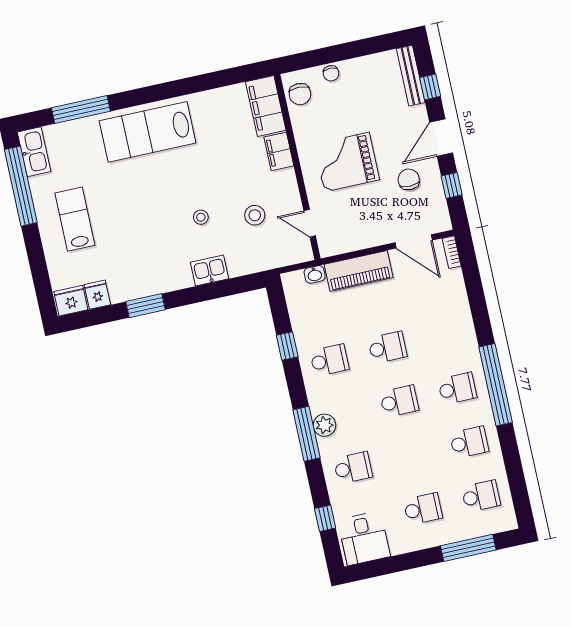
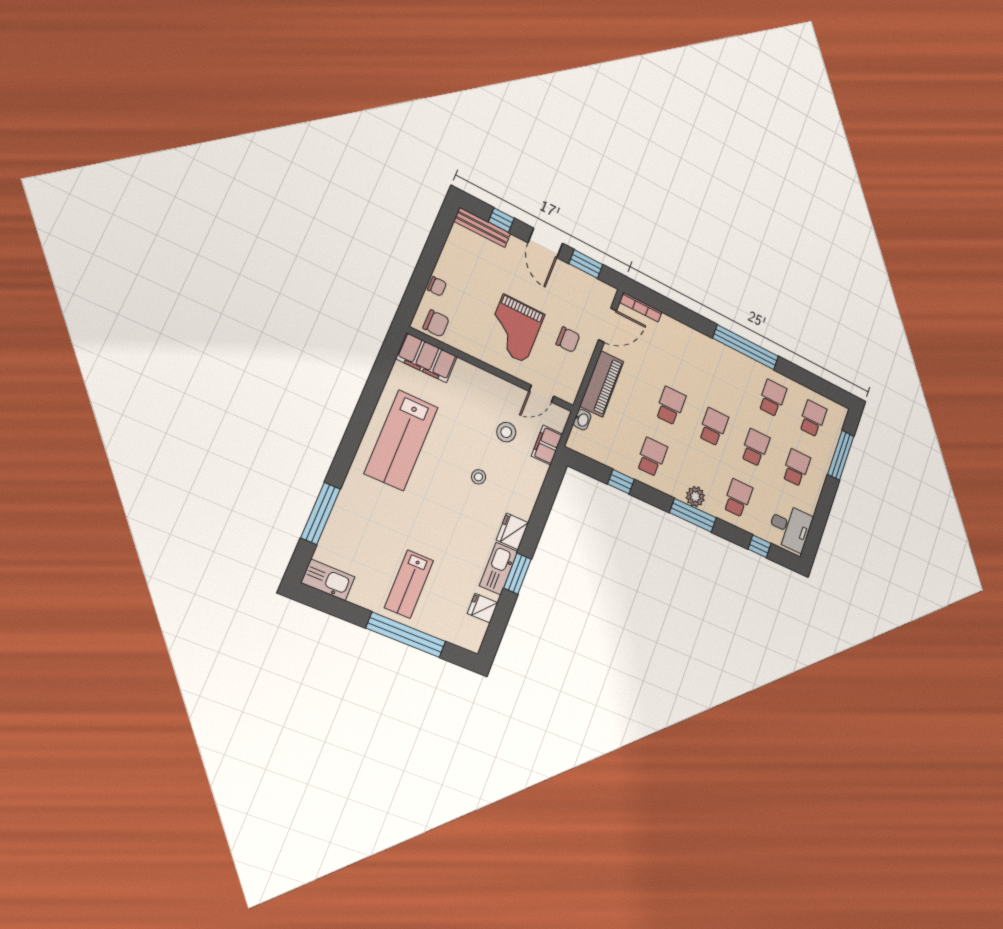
lab bench: (148, 132) -> (401, 440), moved
filing cabinet: (279, 151) -> (547, 445), moved, turned 90
chair: (409, 179) -> (568, 340), moved, turned 180
window: (452, 185) -> (586, 264), width x1.50
window: (21, 186) -> (406, 635), moved
lab bench: (75, 219) -> (409, 584), turned -90
bookcase: (452, 252) -> (641, 307), width x1.56
kitchen sink: (210, 271) -> (499, 568), moved, width x1.38
fridge: (71, 301) -> (512, 531), moved
school desk: (457, 388) -> (755, 447), moved

